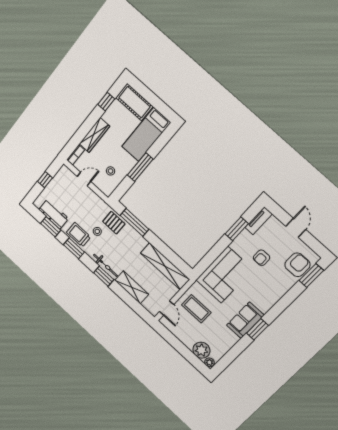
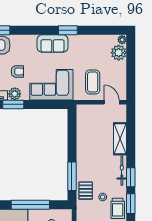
window: (140, 167) -> (30, 205), width x1.46
plant: (245, 238) -> (15, 94), added
shelving: (165, 266) -> (83, 129), removed
window: (104, 276) -> (131, 177), moved
door: (167, 308) -> (112, 102), hinge flipped
sofa: (245, 320) -> (53, 44), moved

